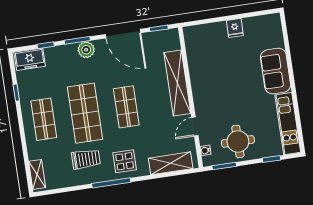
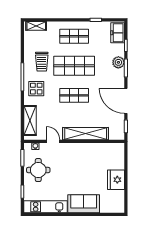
fridge: (235, 28) -> (116, 180), width x1.88, depth x1.34
door: (123, 34) -> (126, 101), hinge flipped
plant: (86, 50) -> (118, 62), moved

